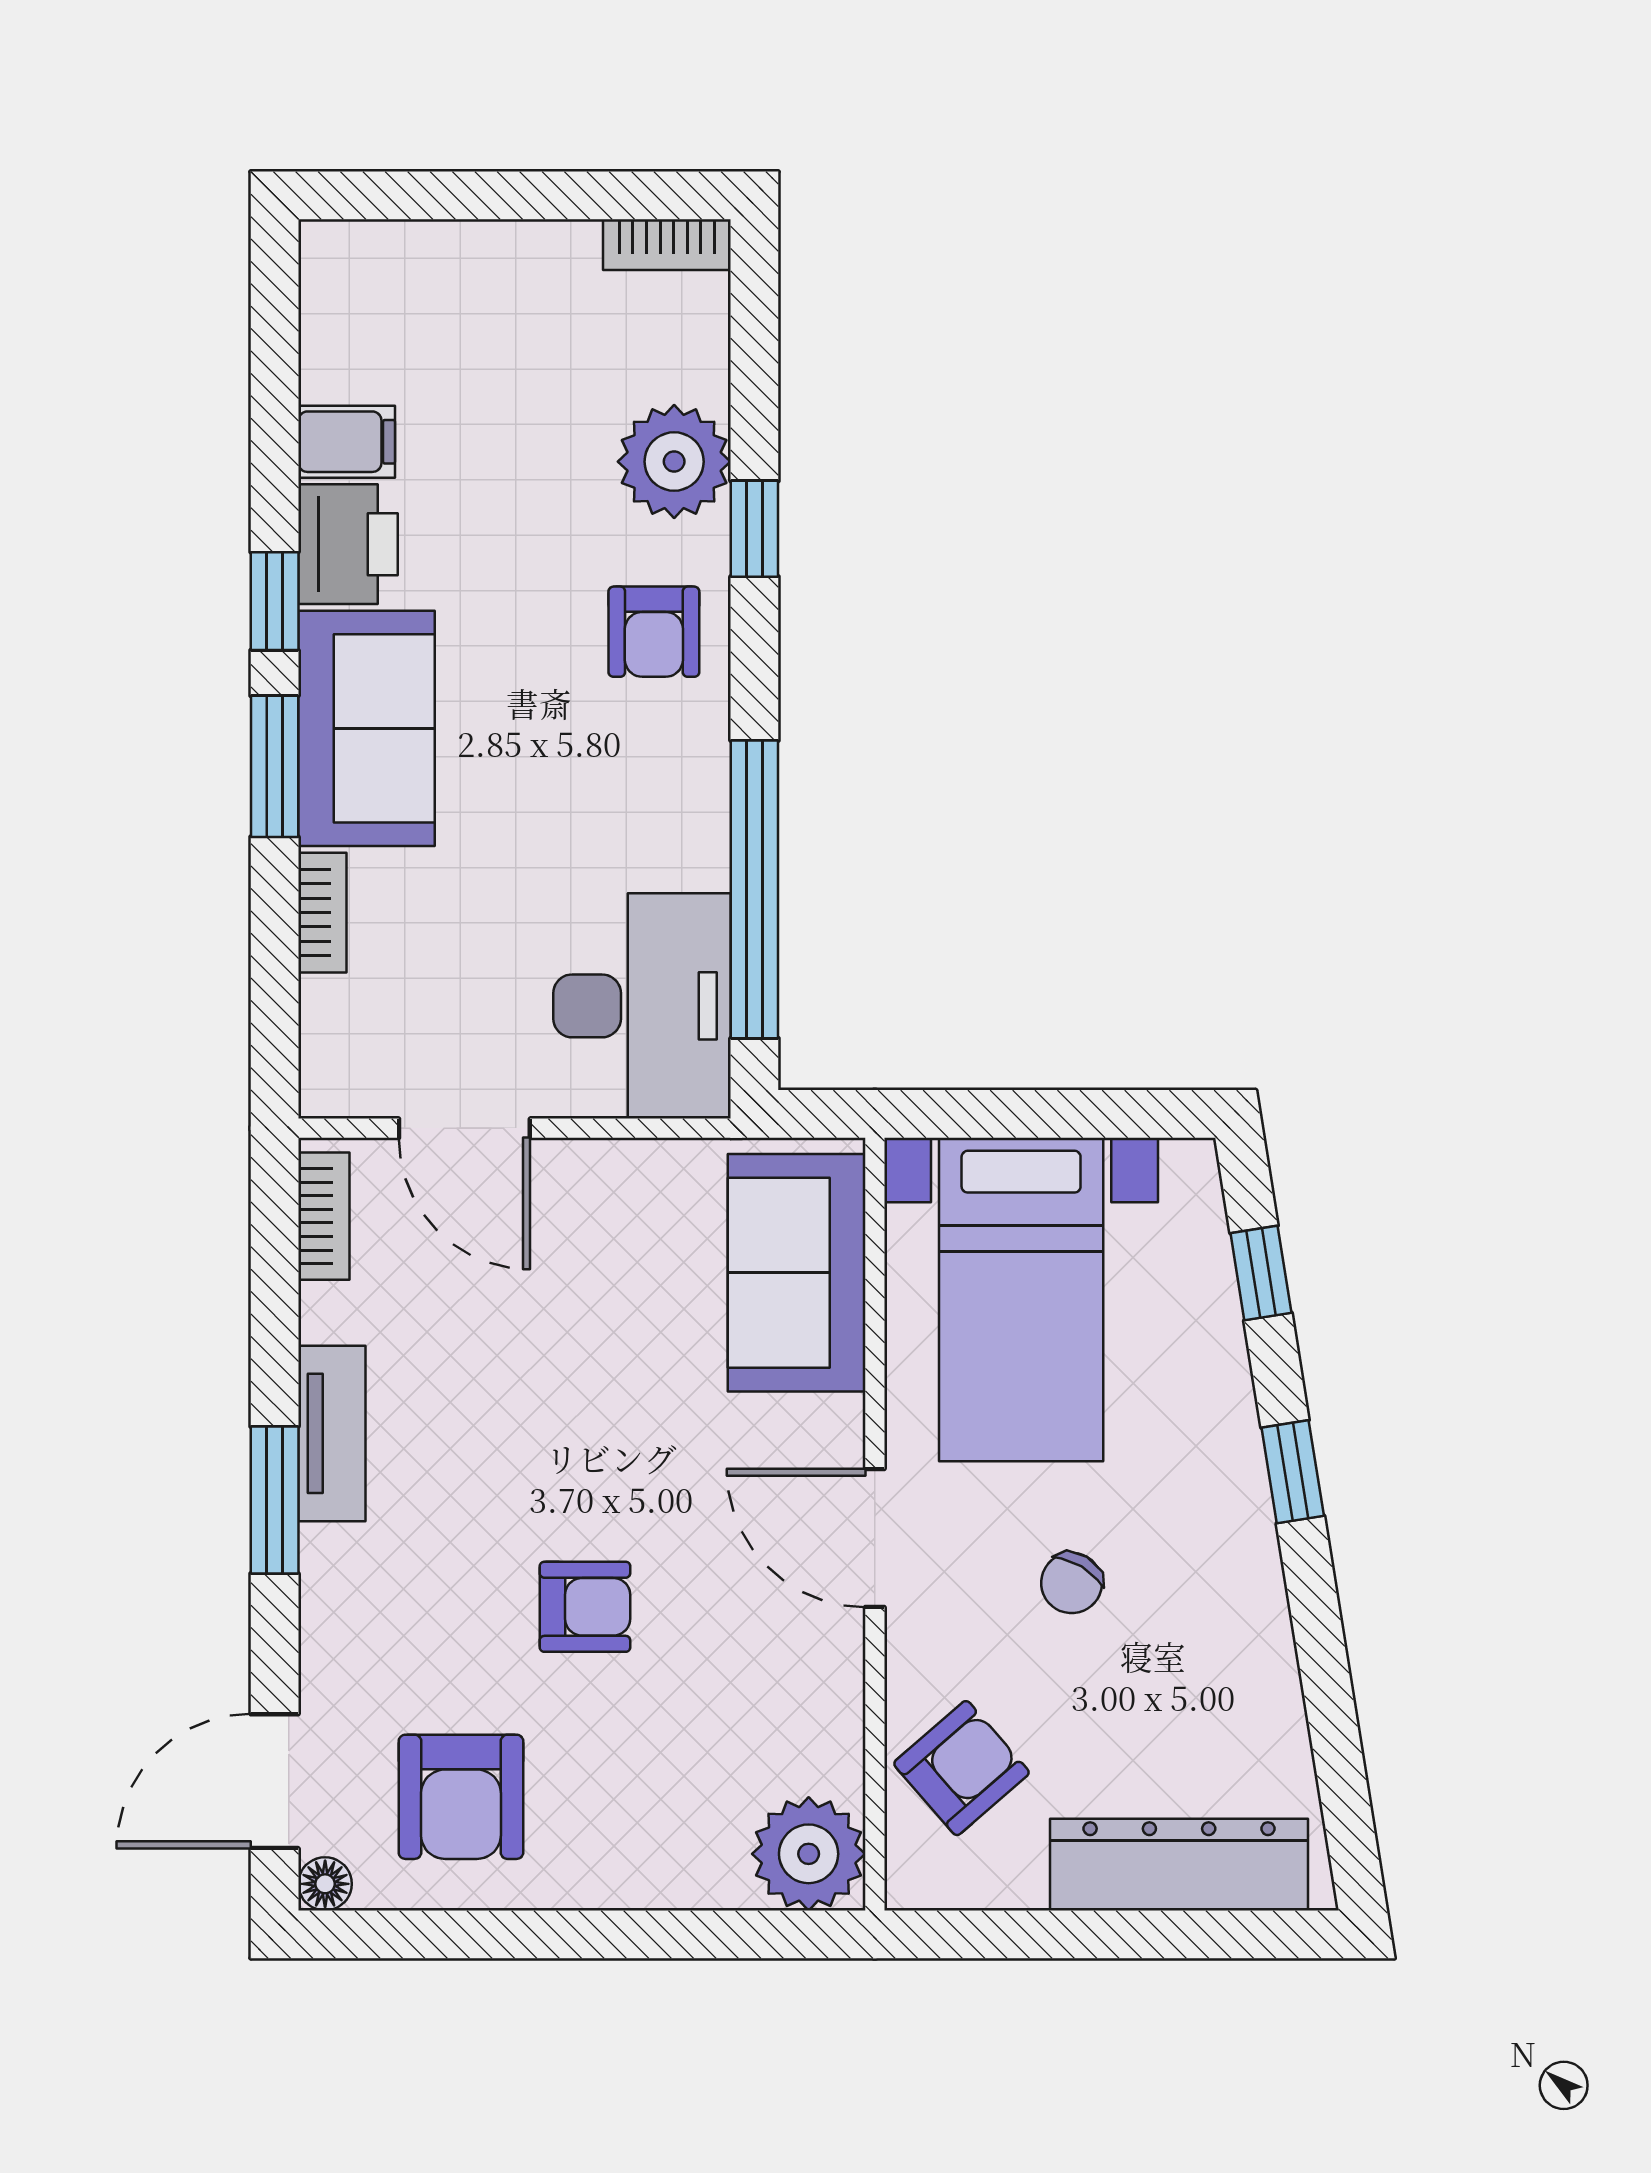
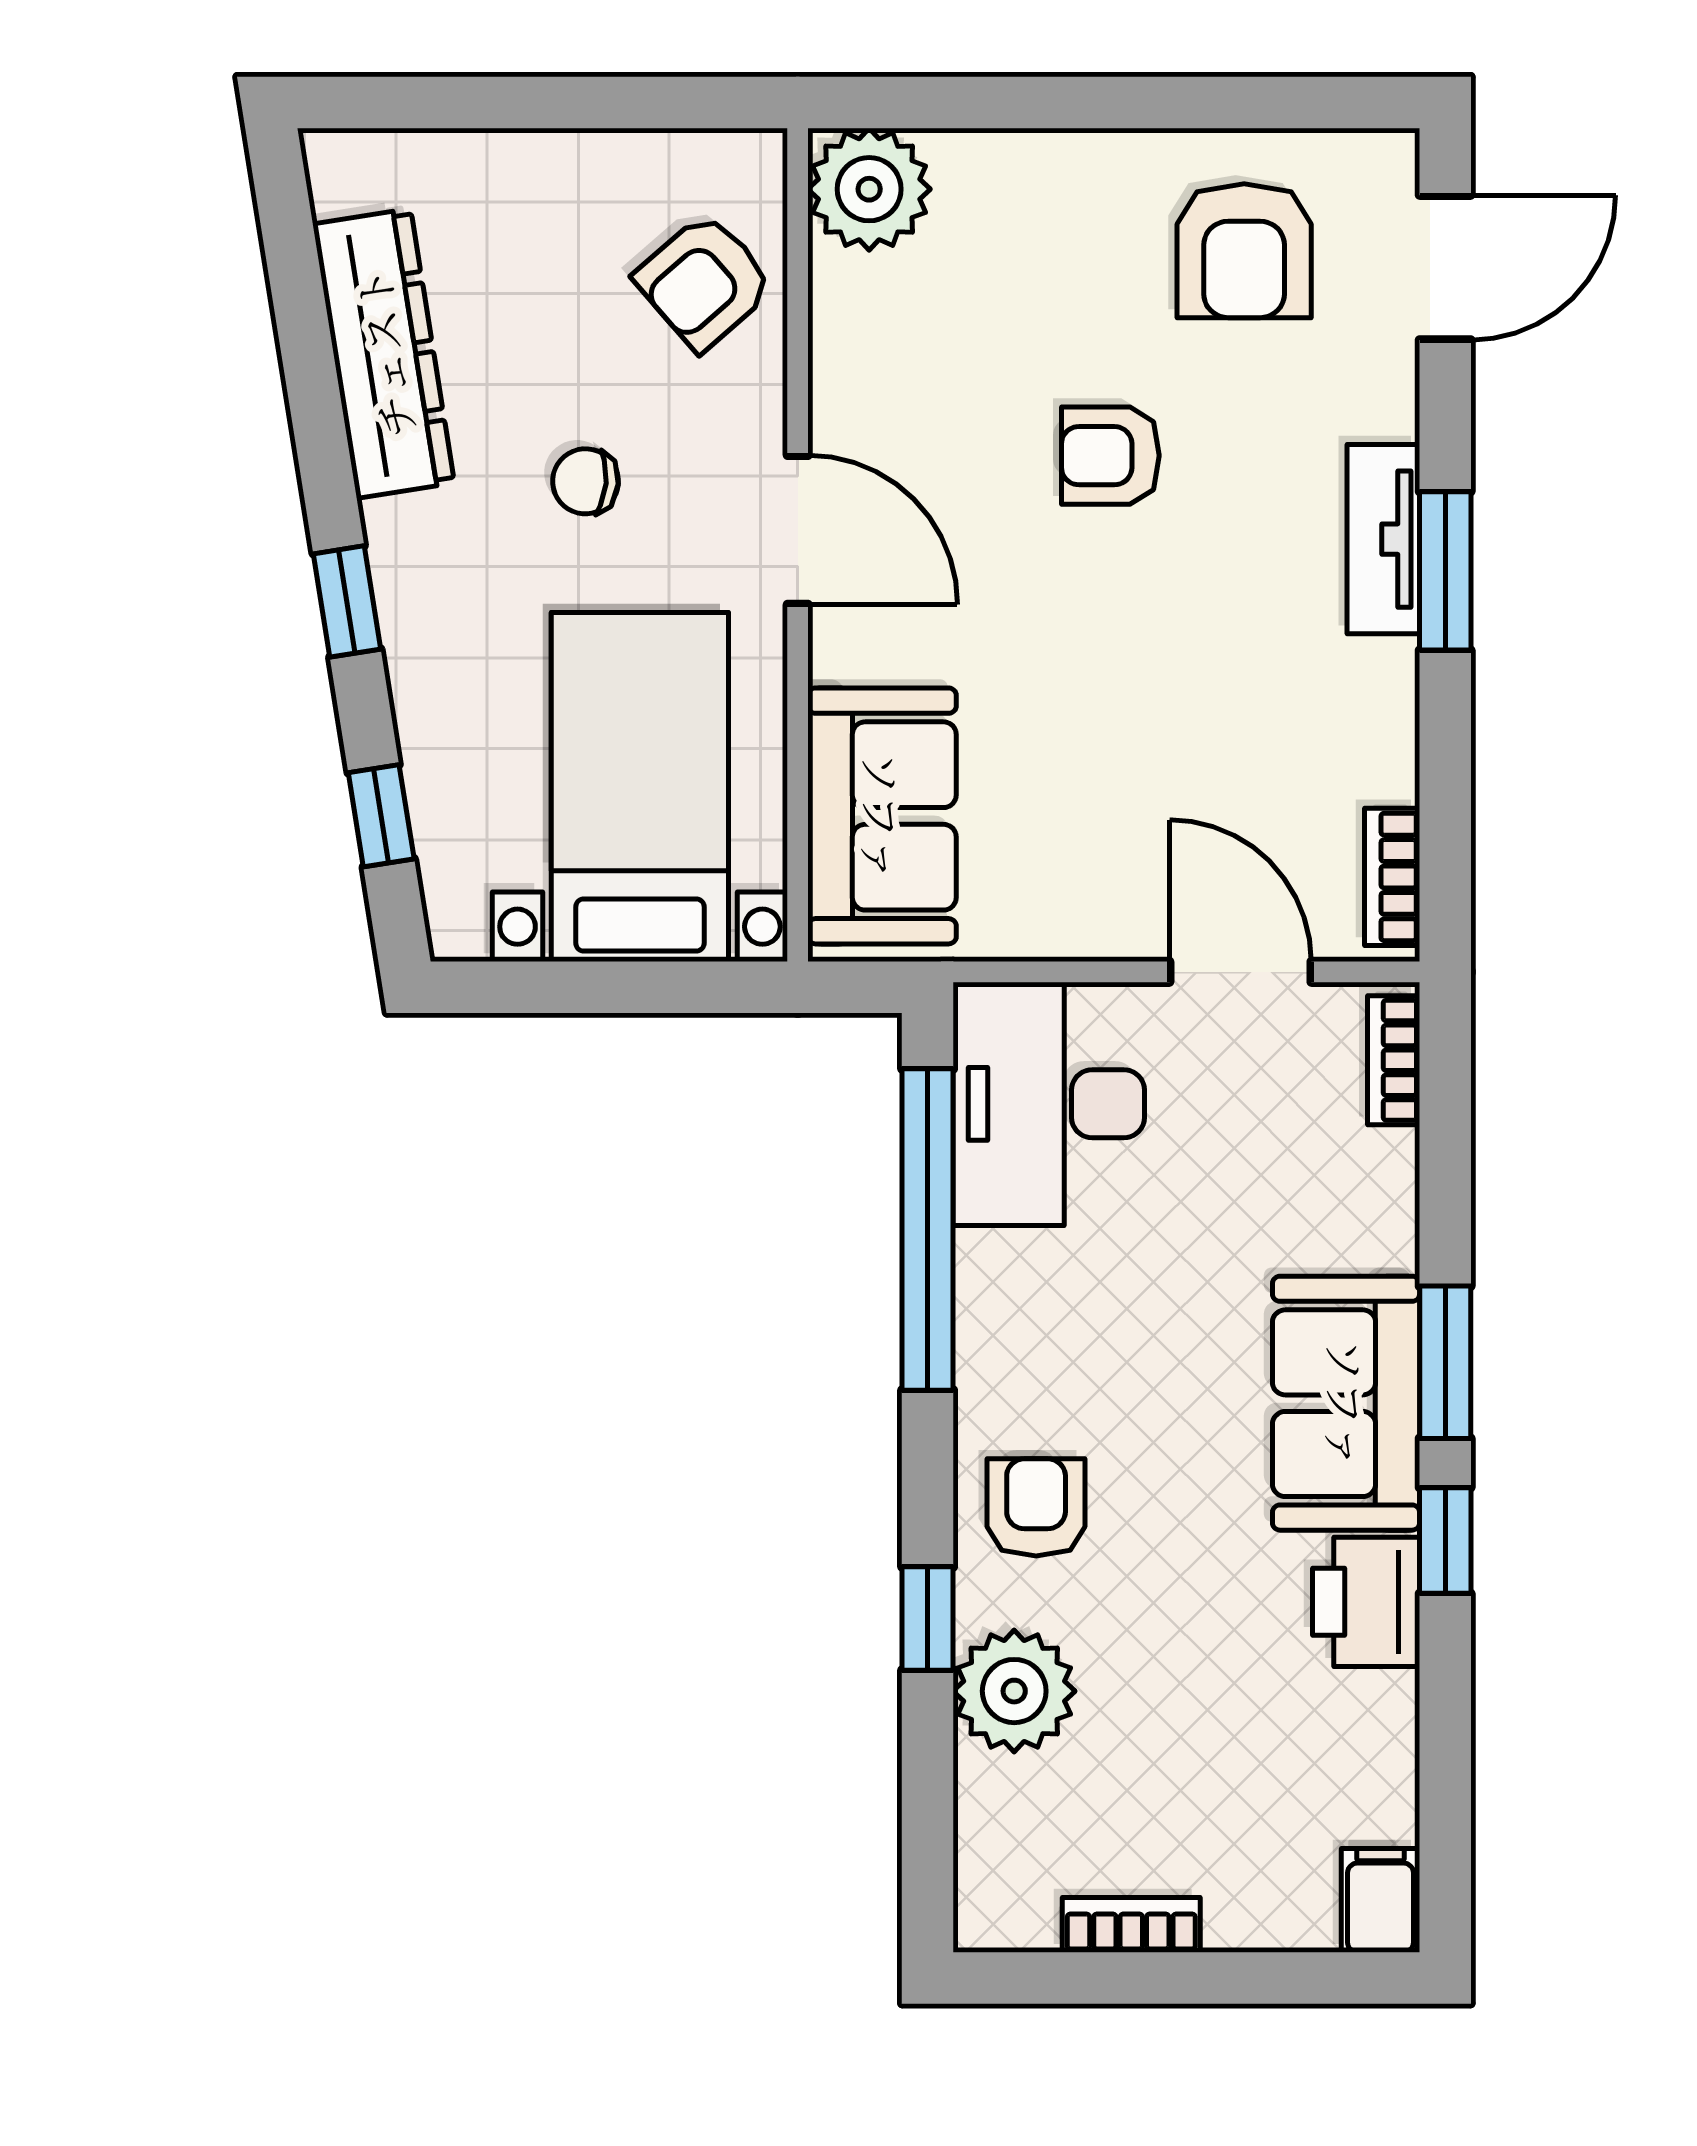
bookcase: (667, 245) -> (1131, 1925), moved
filing cabinet: (347, 442) -> (1380, 1900), moved, turned 90
bookcase: (322, 913) -> (1394, 1060), moved
tv unit: (332, 1433) -> (1383, 539), moved
chair: (1072, 1583) -> (585, 481), turned -116
armchair: (461, 1797) -> (1244, 251), turned 180
dresser: (1179, 1865) -> (384, 353), moved, turned -99
floor lamp: (325, 1884) -> (1391, 157), removed

